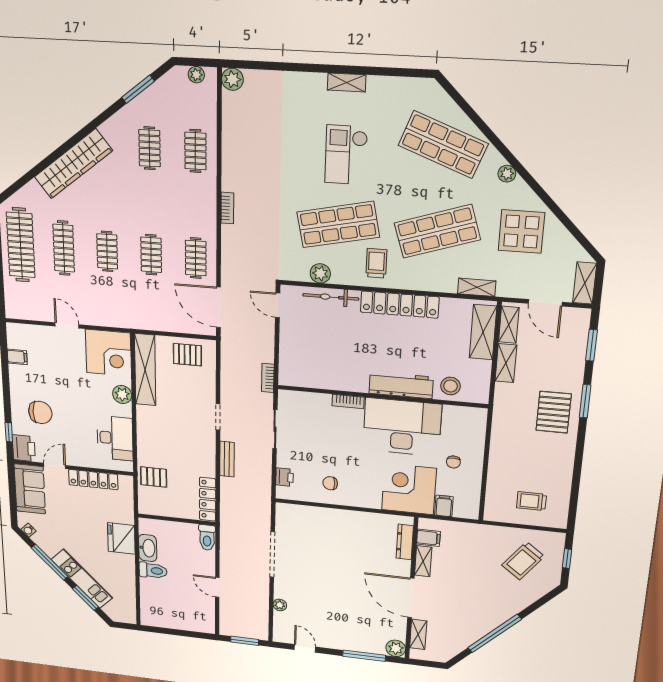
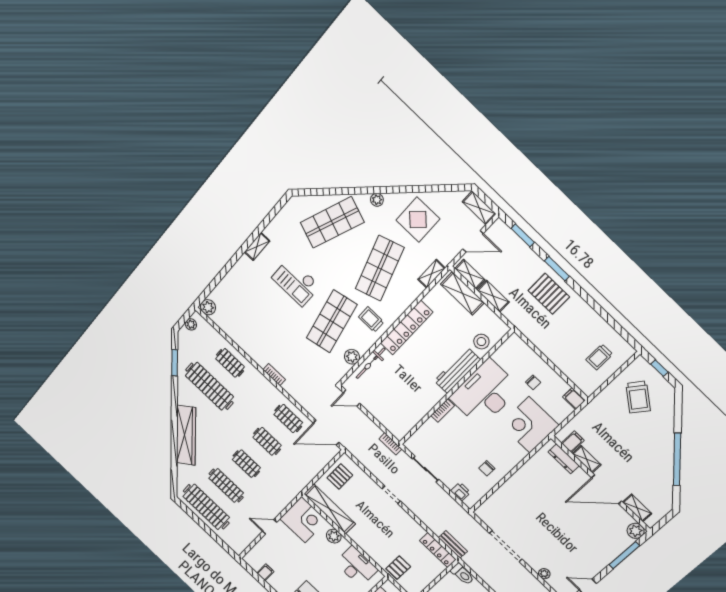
clothes rail: (150, 148) -> (209, 386), width x1.86, depth x1.31
bench: (227, 459) -> (453, 544), moved
filing cabinet: (444, 506) -> (574, 399), moved

